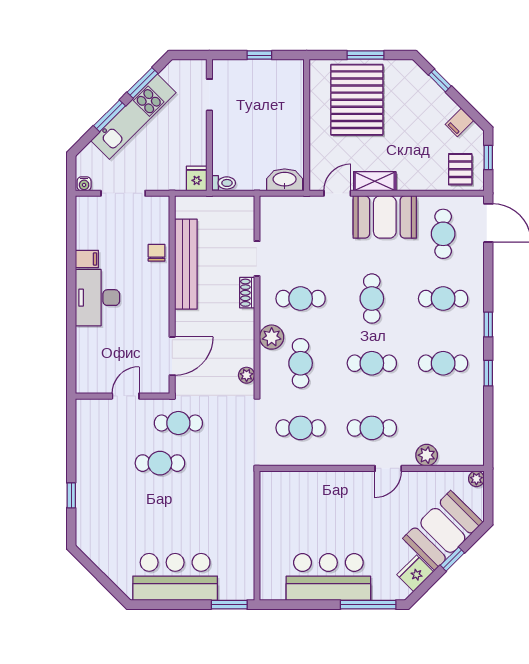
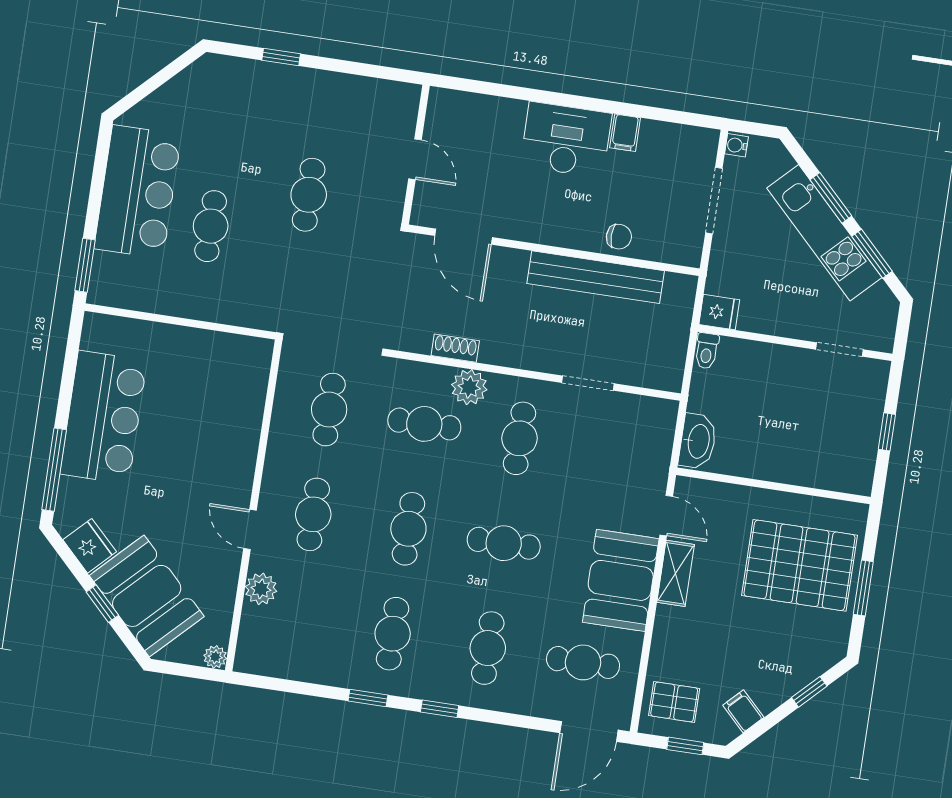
shoe rack: (247, 293) -> (455, 348), moved
plant: (247, 375) -> (419, 342), removed
cafe table: (178, 423) -> (211, 226), moved

